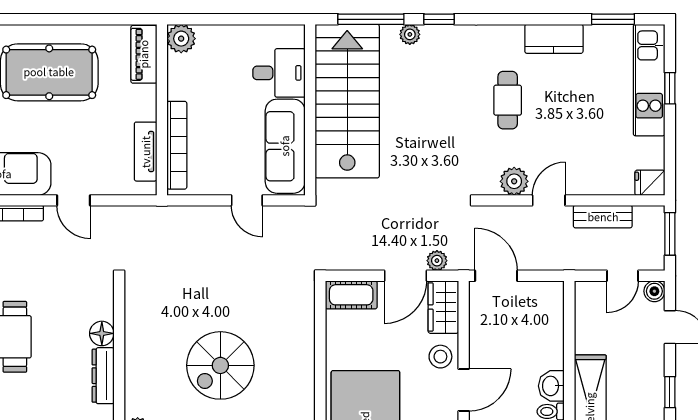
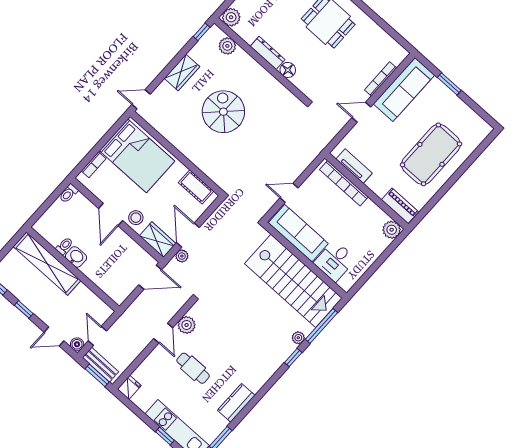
cafe table: (508, 100) -> (193, 368), moved
bench: (603, 217) -> (101, 365), moved, turned 90
cot: (351, 295) -> (196, 187), moved, turned 90

